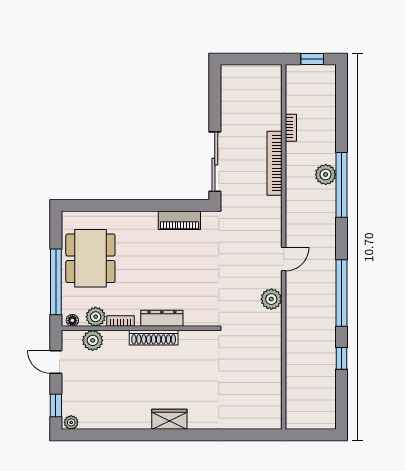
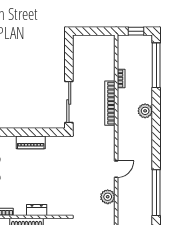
window: (341, 185) -> (156, 65), moved
piano: (179, 220) -> (31, 142), moved
dresser: (162, 318) -> (37, 210), width x0.70

